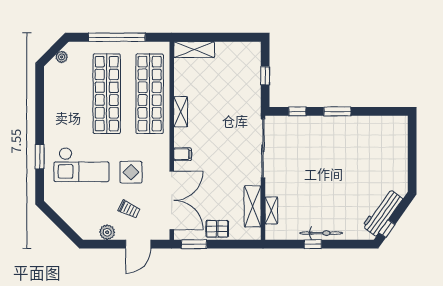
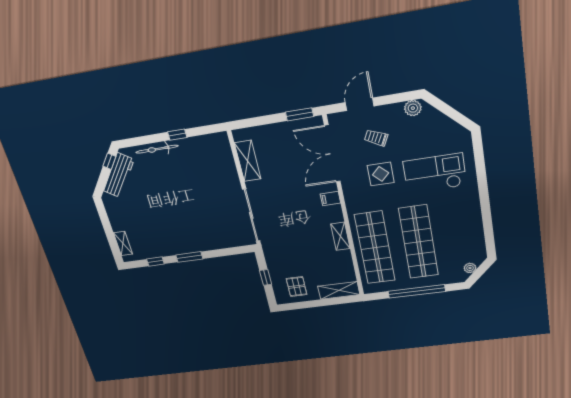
window: (297, 111) -> (155, 261), moved
window: (40, 157) -> (481, 174), removed
shelving: (271, 210) -> (123, 243), moved
pallet: (217, 229) -> (297, 287), moved, turned 90
plant: (107, 232) -> (413, 108), moved
bicycle: (321, 233) -> (157, 149), moved

